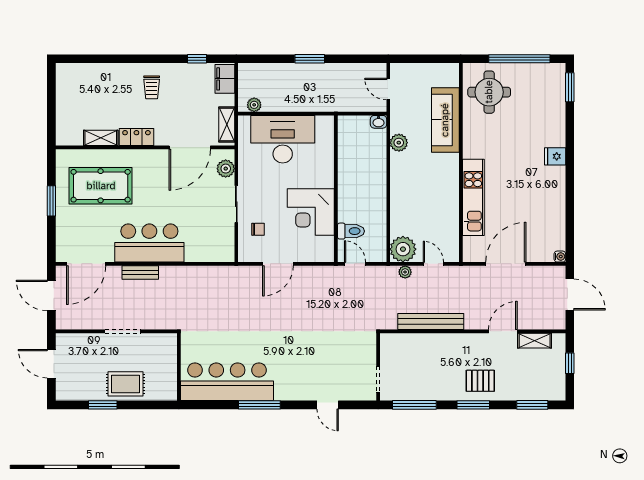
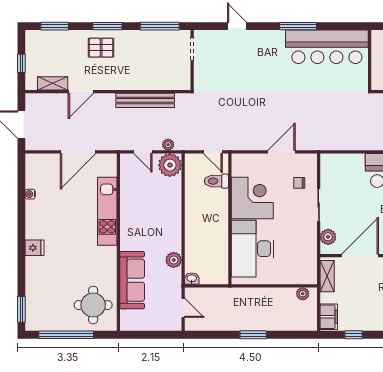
desk: (283, 139) -> (253, 249), moved, turned 90
water cooler: (560, 257) -> (30, 194), moved

